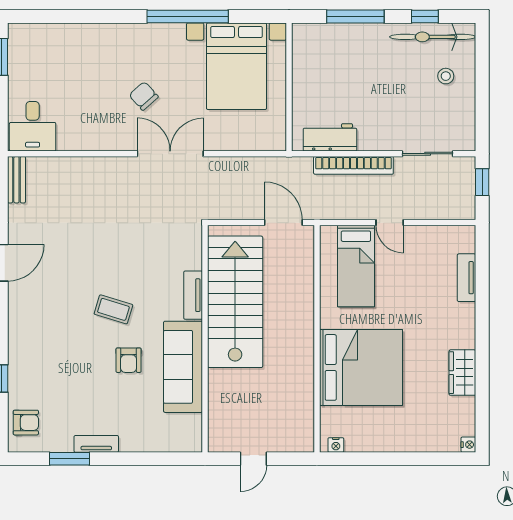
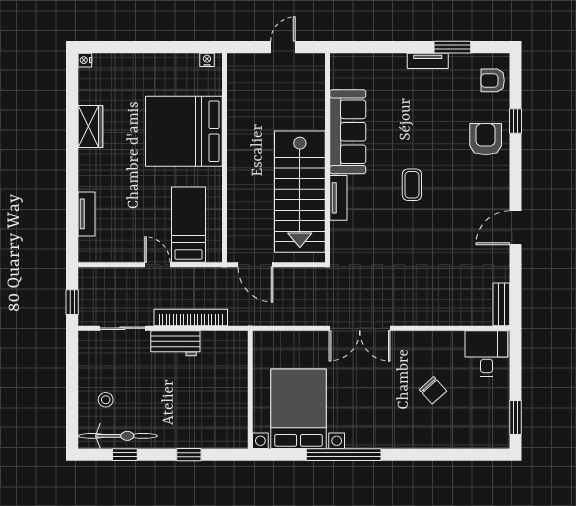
window: (355, 16) -> (189, 455), width x0.46
chair: (144, 96) -> (433, 390), moved
workbench: (330, 137) -> (175, 343), moved
coffee table: (113, 309) -> (412, 185), turned 73
armchair: (129, 360) -> (486, 139), moved, width x1.38, depth x1.38

